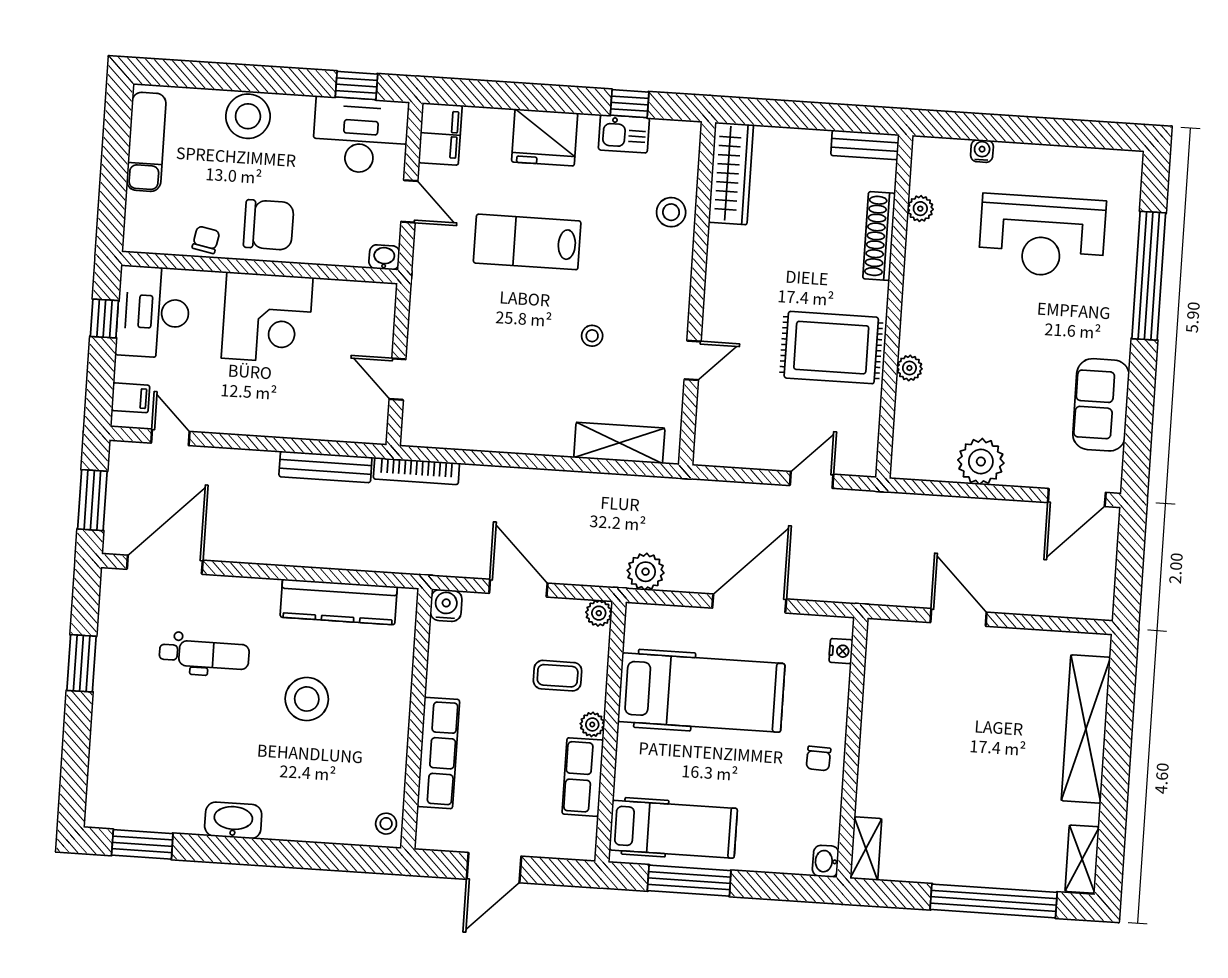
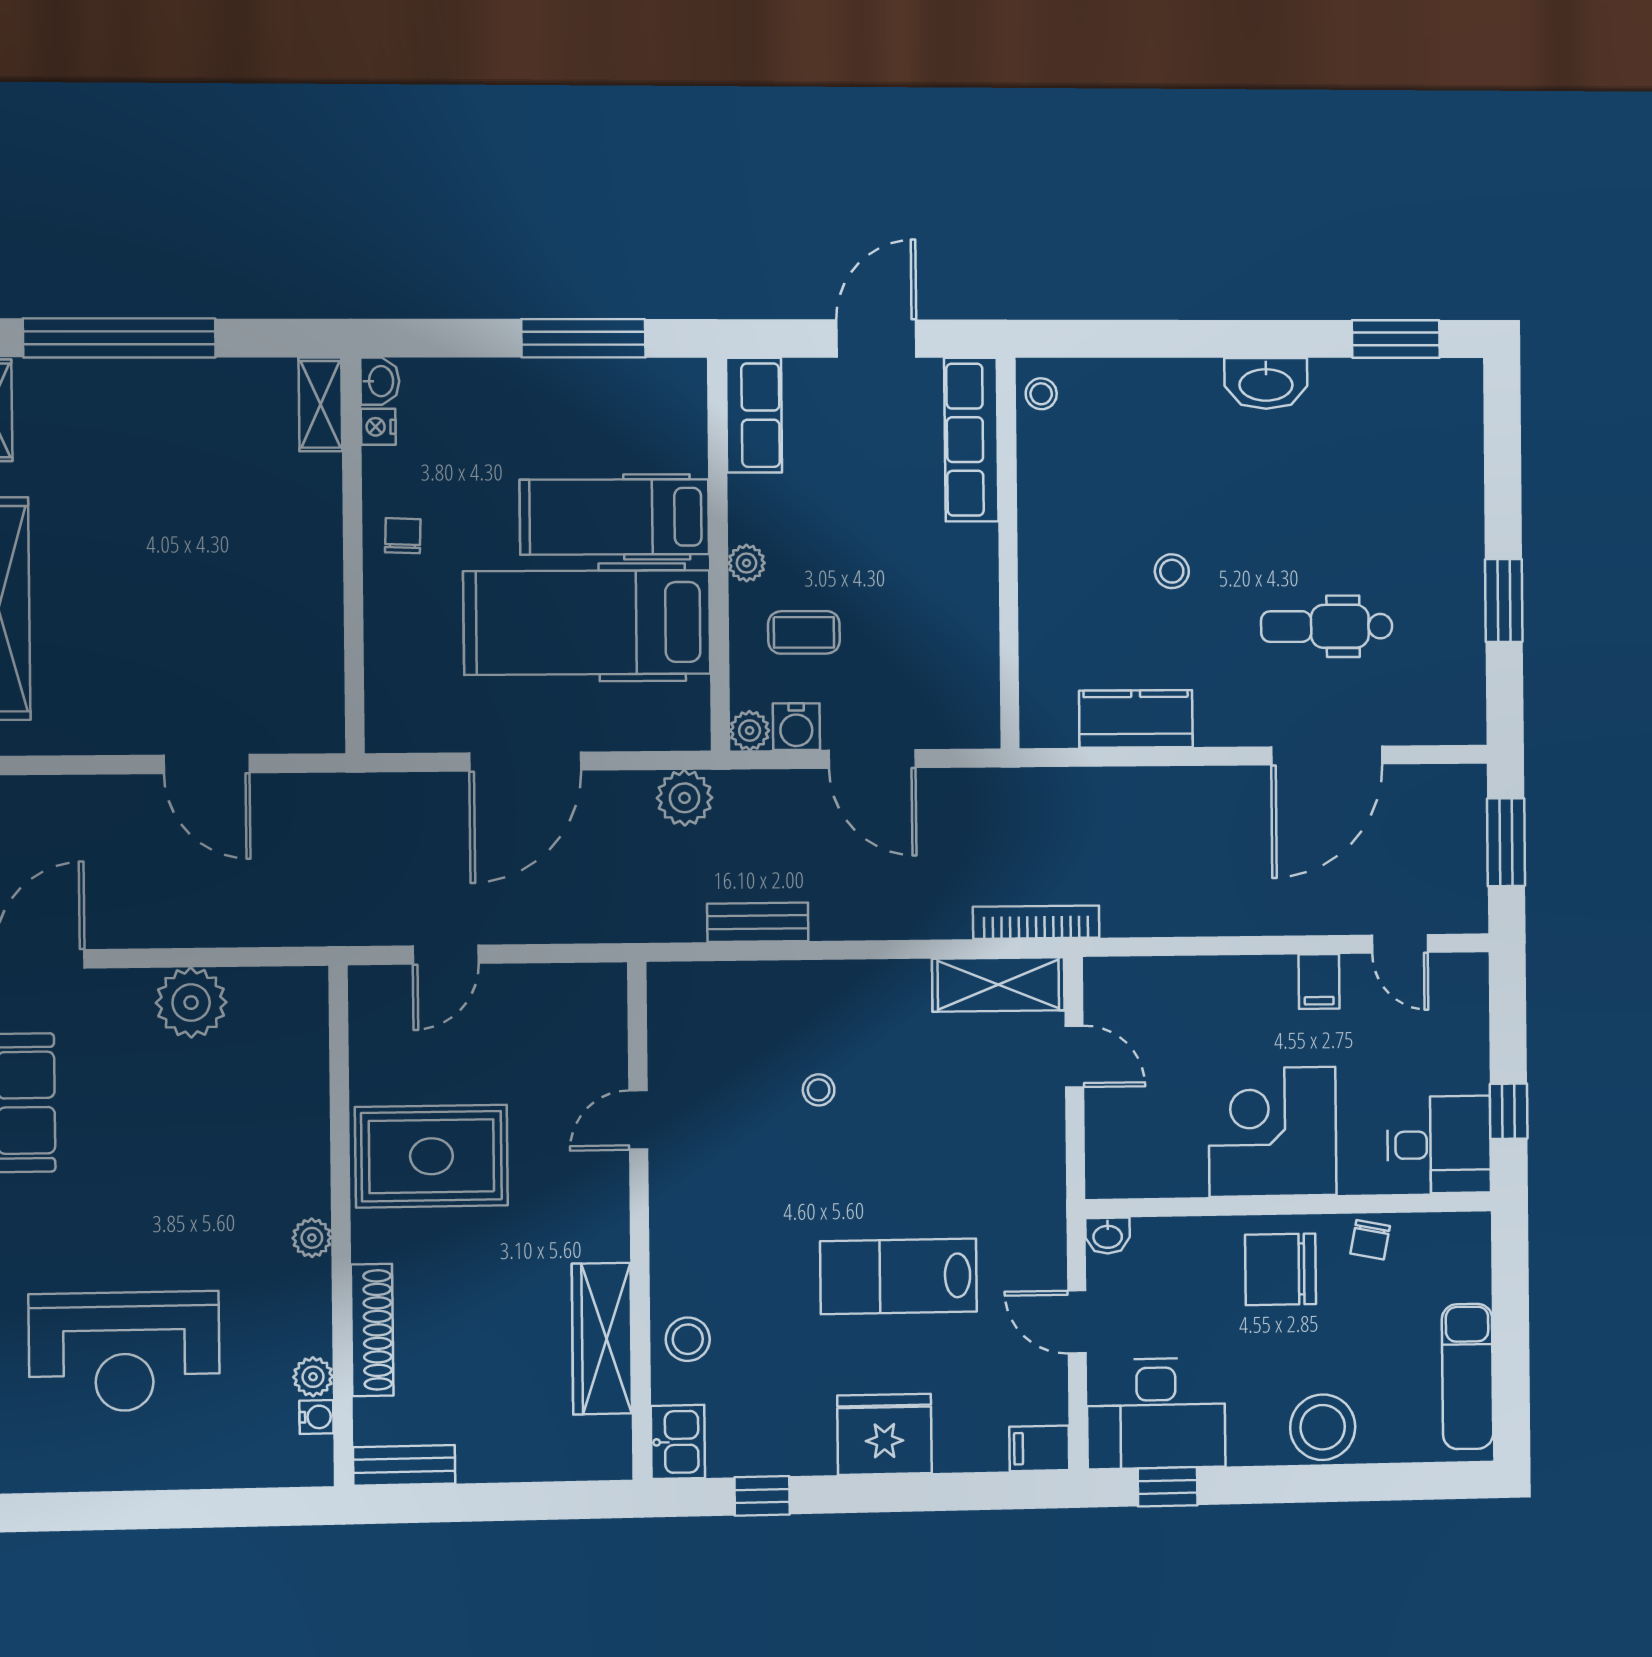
filing cabinet: (440, 134) -> (1039, 1448), width x0.50
kitchen sink: (624, 134) -> (678, 1442), moved, turned 90
water cooler: (982, 151) -> (316, 1417), moved, turned -90
wardrobe: (731, 173) -> (602, 1339), moved
reception desk: (1042, 236) -> (124, 1352), turned 180
lab bench: (527, 242) -> (898, 1276), turned 180
desk: (153, 312) -> (1439, 1145), width x0.73
stool: (592, 336) -> (819, 1090), moved
plant: (909, 368) -> (312, 1238), moved
filing cabinet: (130, 398) -> (1319, 982), moved, turned -90
shelving: (619, 443) -> (998, 985), moved
bench: (325, 467) -> (758, 922), moved, width x0.73
door: (165, 565) -> (1327, 755), moved
kitchen counter: (339, 602) -> (1136, 719), width x0.67
water cooler: (446, 605) -> (796, 727), moved
nightstand: (841, 651) -> (378, 427), moved
stool: (307, 699) -> (1172, 571), width x0.53, depth x0.53
row of seats: (438, 753) -> (971, 440), moved
row of seats: (583, 777) -> (754, 415), moved
hospital bed: (673, 829) -> (614, 517), moved

